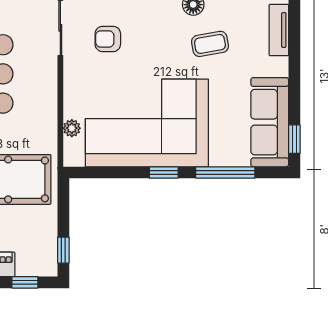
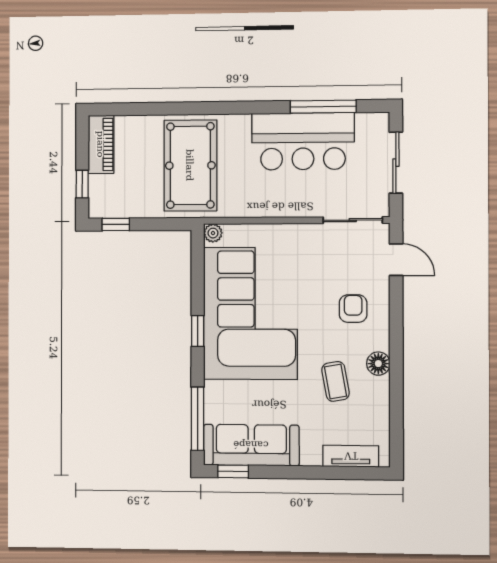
armchair: (108, 39) -> (353, 309), moved
plant: (72, 128) -> (213, 233), moved
window: (225, 173) -> (198, 419), moved

